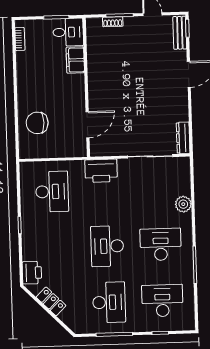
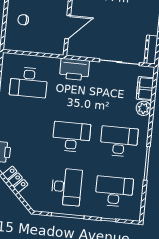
chair: (37, 123) -> (23, 20), width x0.54, depth x0.54
filing cabinet: (182, 182) -> (145, 88), added
desk: (52, 192) -> (29, 82), turned 90
desk: (107, 246) -> (71, 137), turned 90

